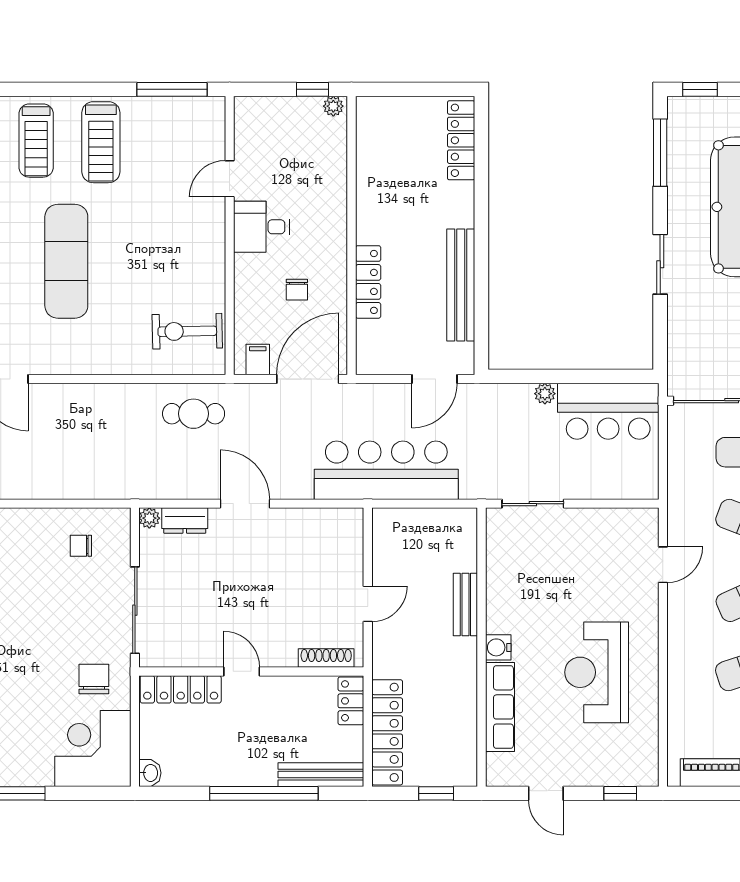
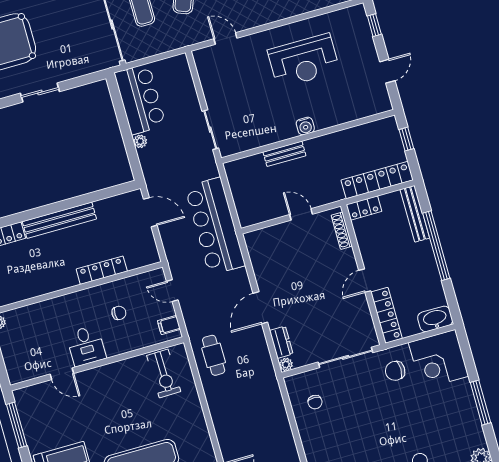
bench: (461, 285) -> (59, 220), moved
door: (308, 379) -> (172, 291), width x0.53
row of seats: (500, 707) -> (342, 115), removed
washbasin: (150, 773) -> (435, 319), width x1.91, depth x1.45

